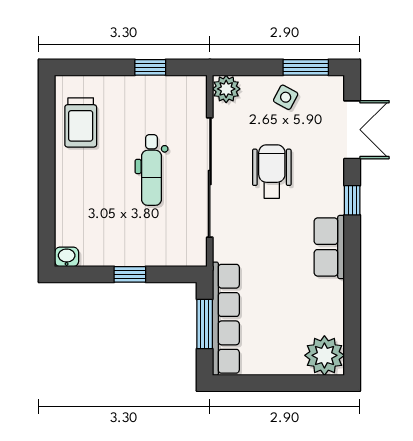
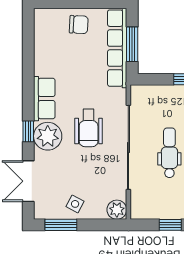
wheelchair: (272, 172) -> (89, 128), moved
chair: (280, 352) -> (79, 25), added
plant: (324, 355) -> (48, 136), moved

